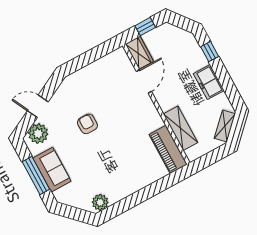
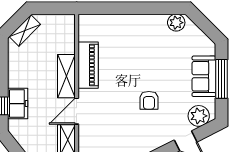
freezer: (209, 82) -> (18, 104), moved
shelving: (180, 128) -> (66, 76), moved
piano: (168, 149) -> (88, 65), moved

